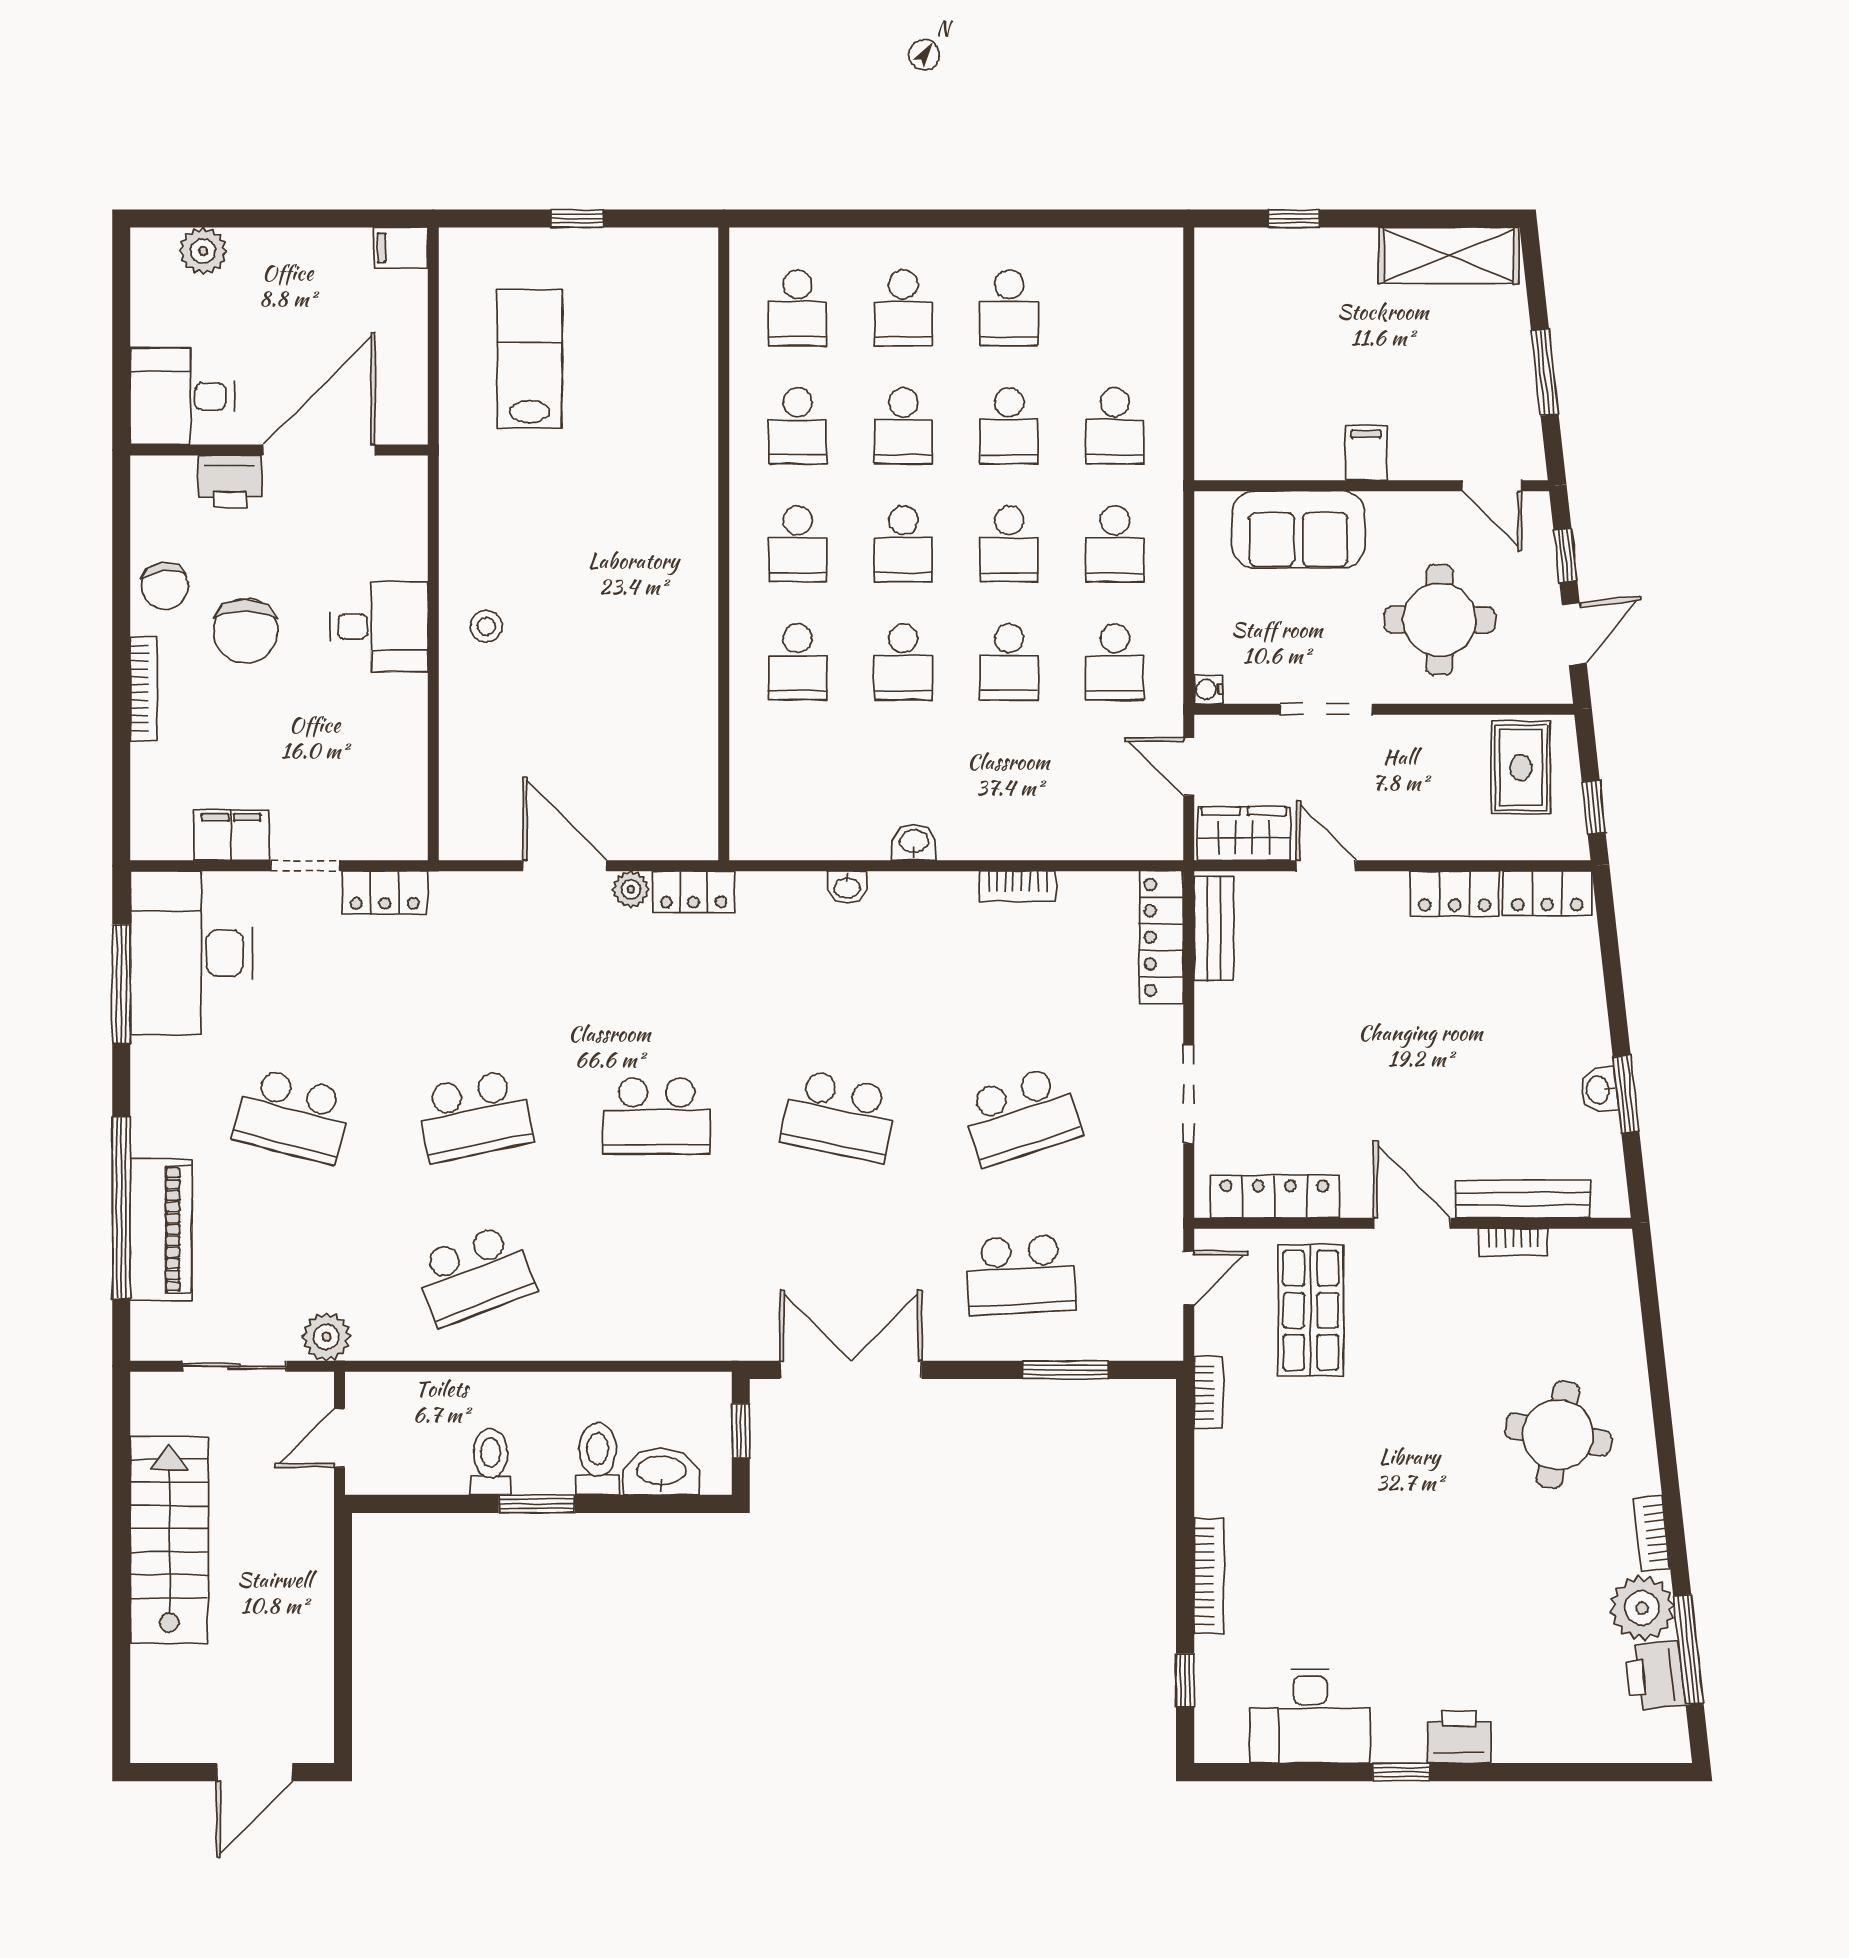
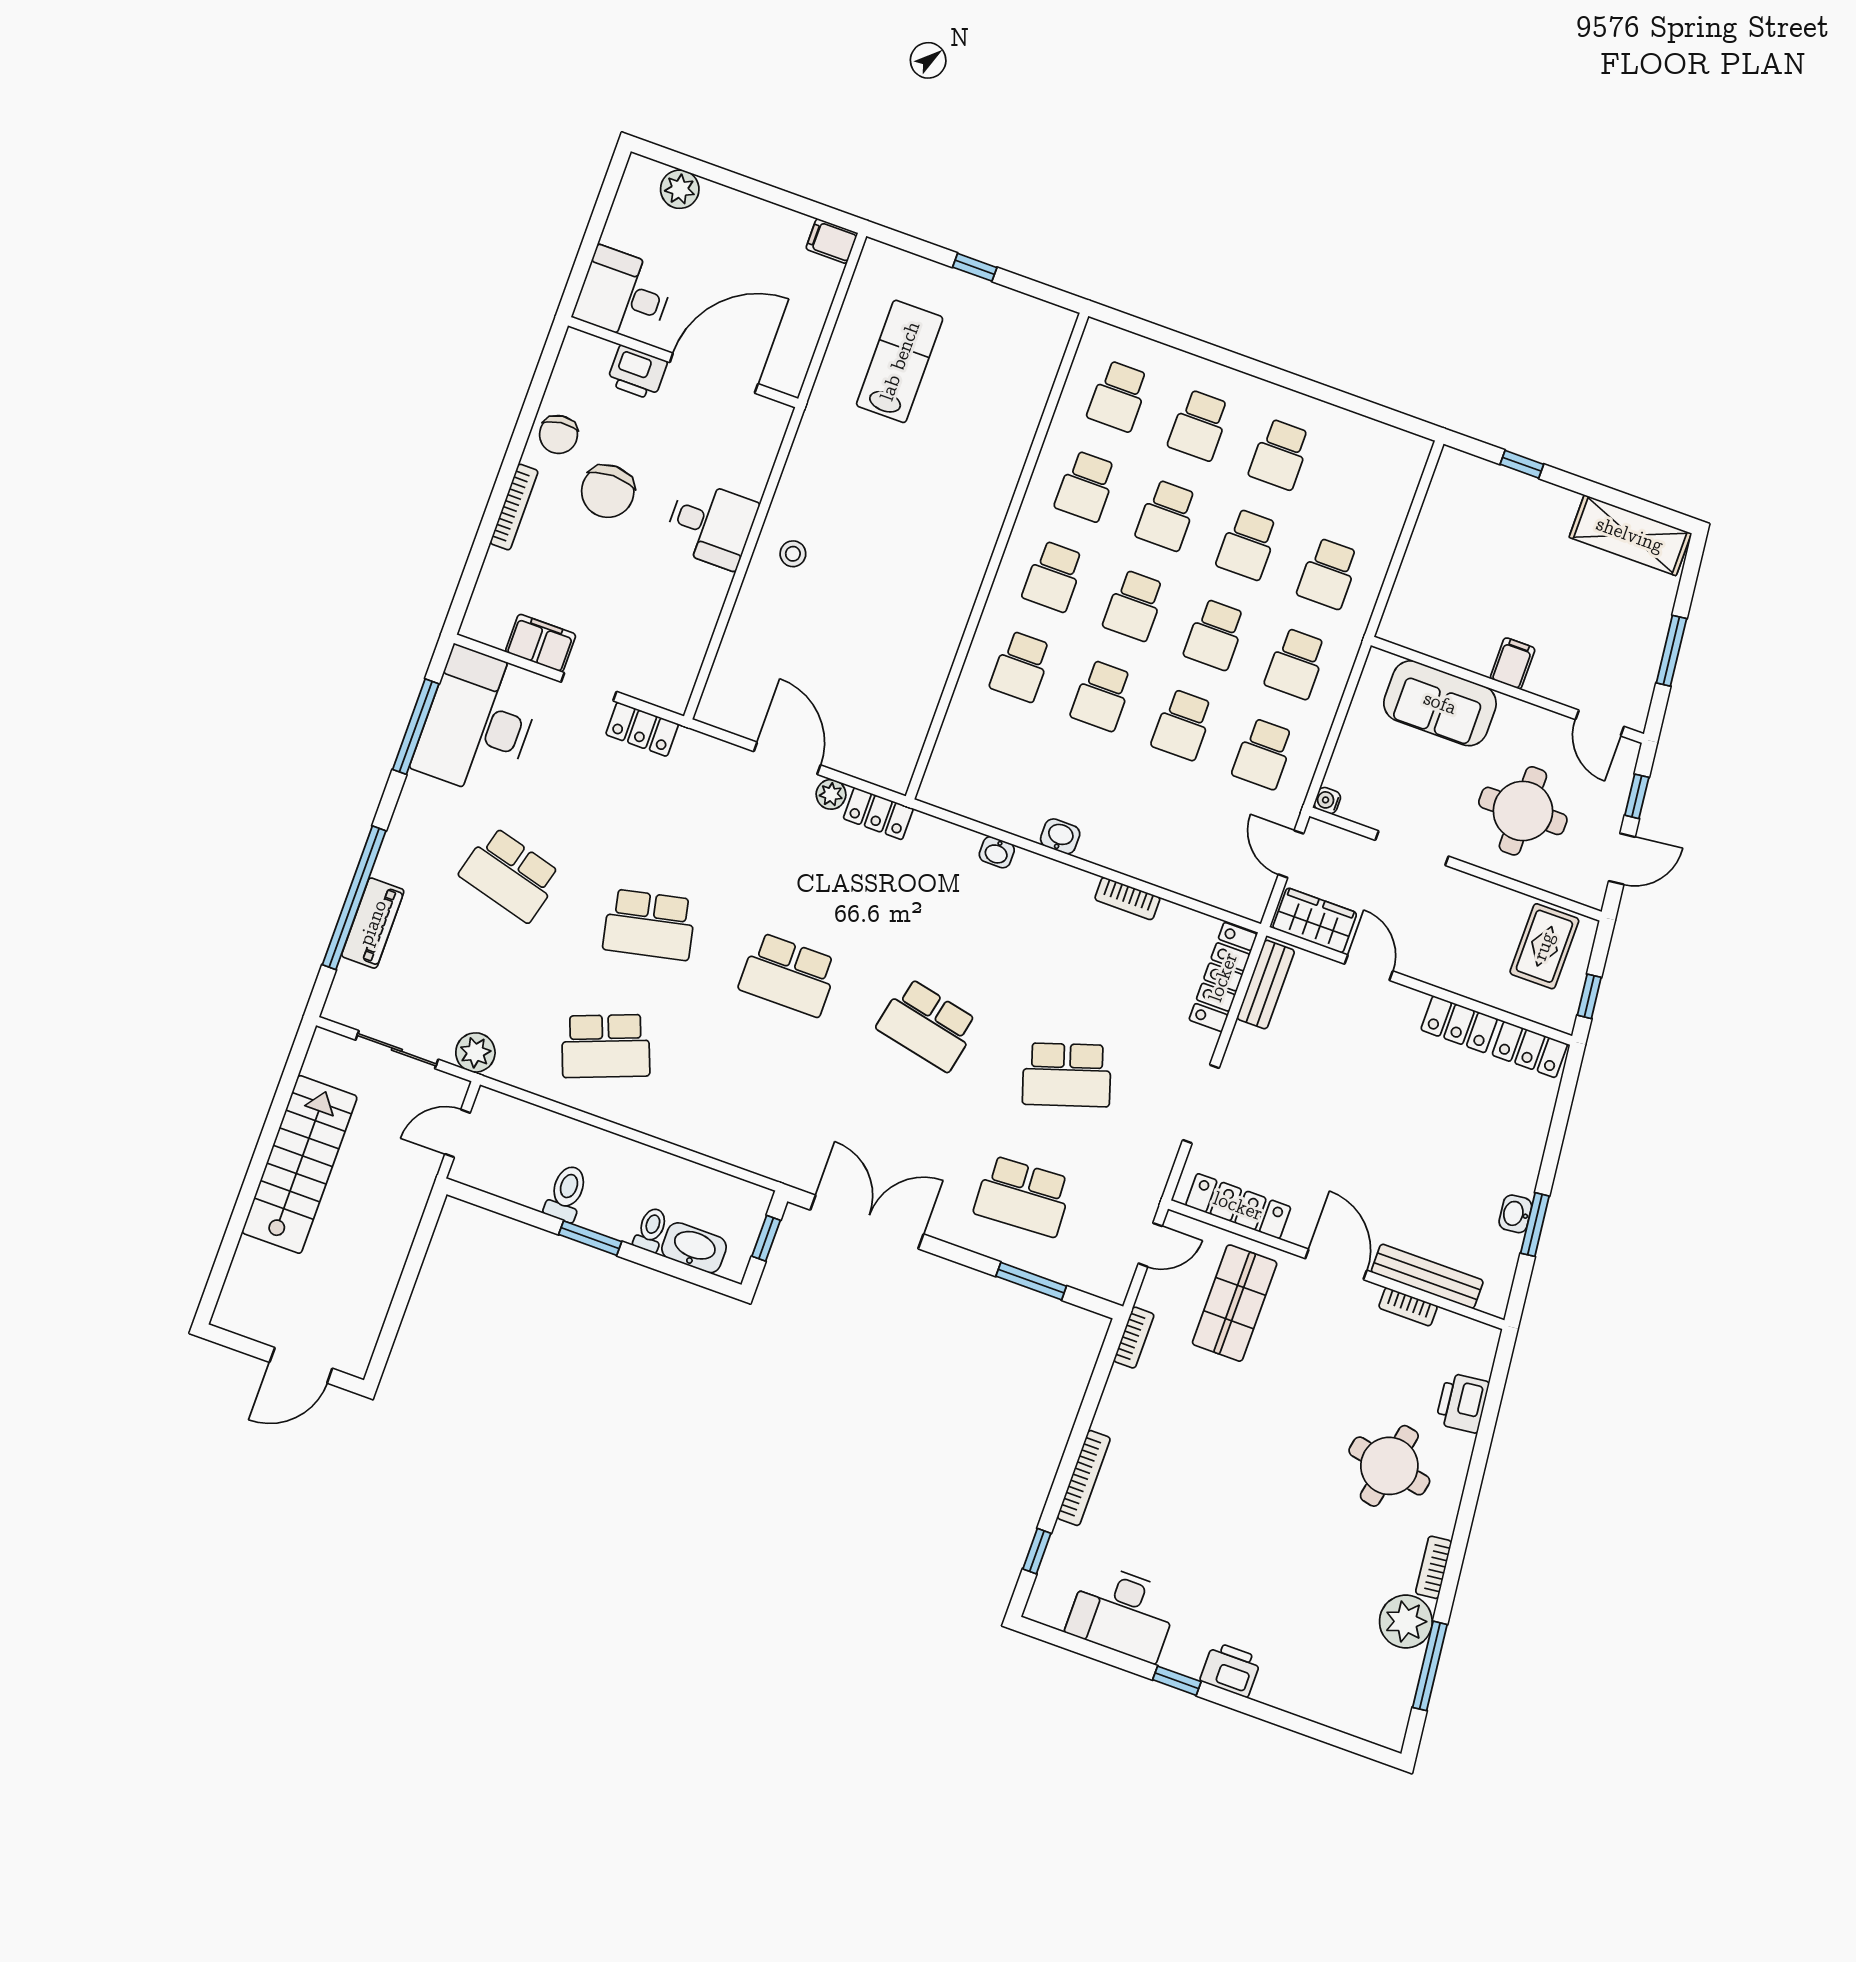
piano: (161, 1230) -> (373, 923), width x0.73, depth x0.75
toilet: (598, 1459) -> (651, 1230), width x0.73, depth x0.72
printer: (1655, 1676) -> (1462, 1403), moved

